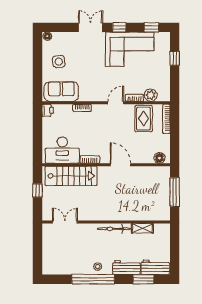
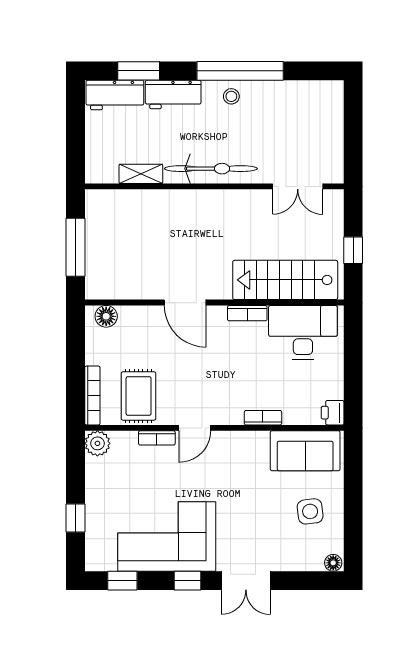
plant: (151, 95) -> (97, 443), moved
bicycle: (114, 229) -> (211, 169), width x1.37, depth x1.40

